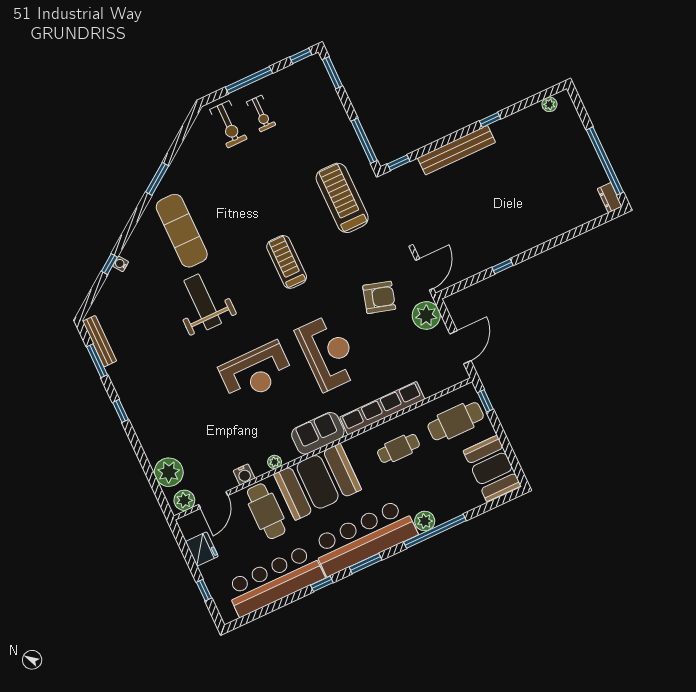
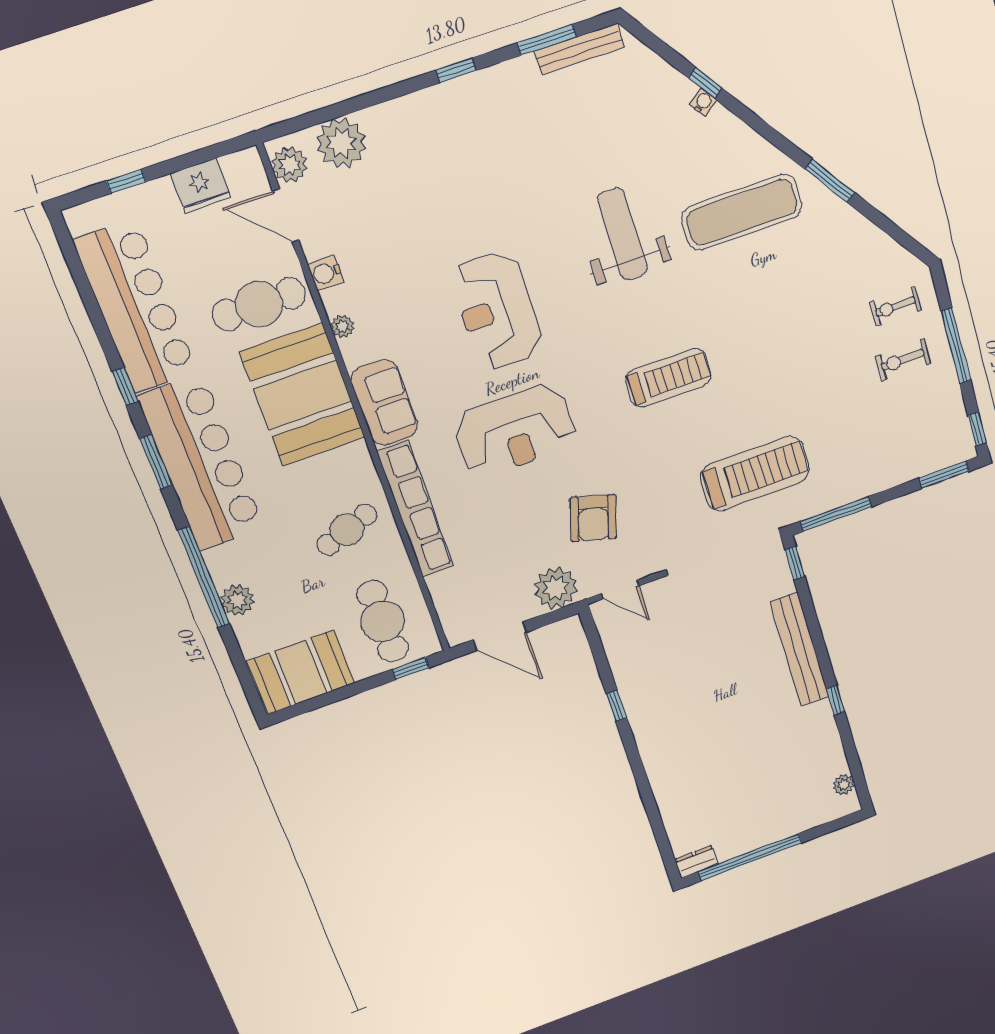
exercise bike: (228, 124) -> (895, 306), width x0.73, depth x0.72
door: (424, 274) -> (620, 590), width x0.73
weight bench: (203, 302) -> (623, 234), turned -90
cafe table: (398, 448) -> (347, 530), turned 70
plant: (425, 521) -> (237, 600), moved

